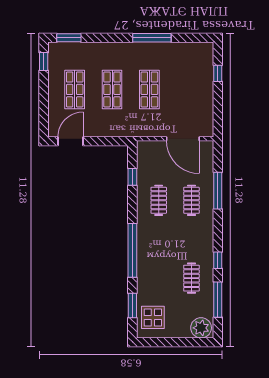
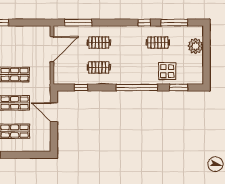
door: (71, 141) -> (54, 112), moved
window: (218, 191) -> (78, 23), moved
display table: (153, 317) -> (167, 71), moved
plant: (201, 328) -> (196, 46), moved

